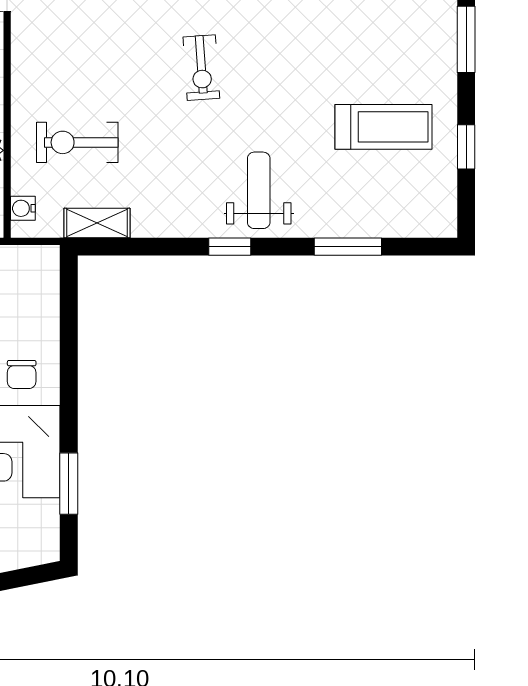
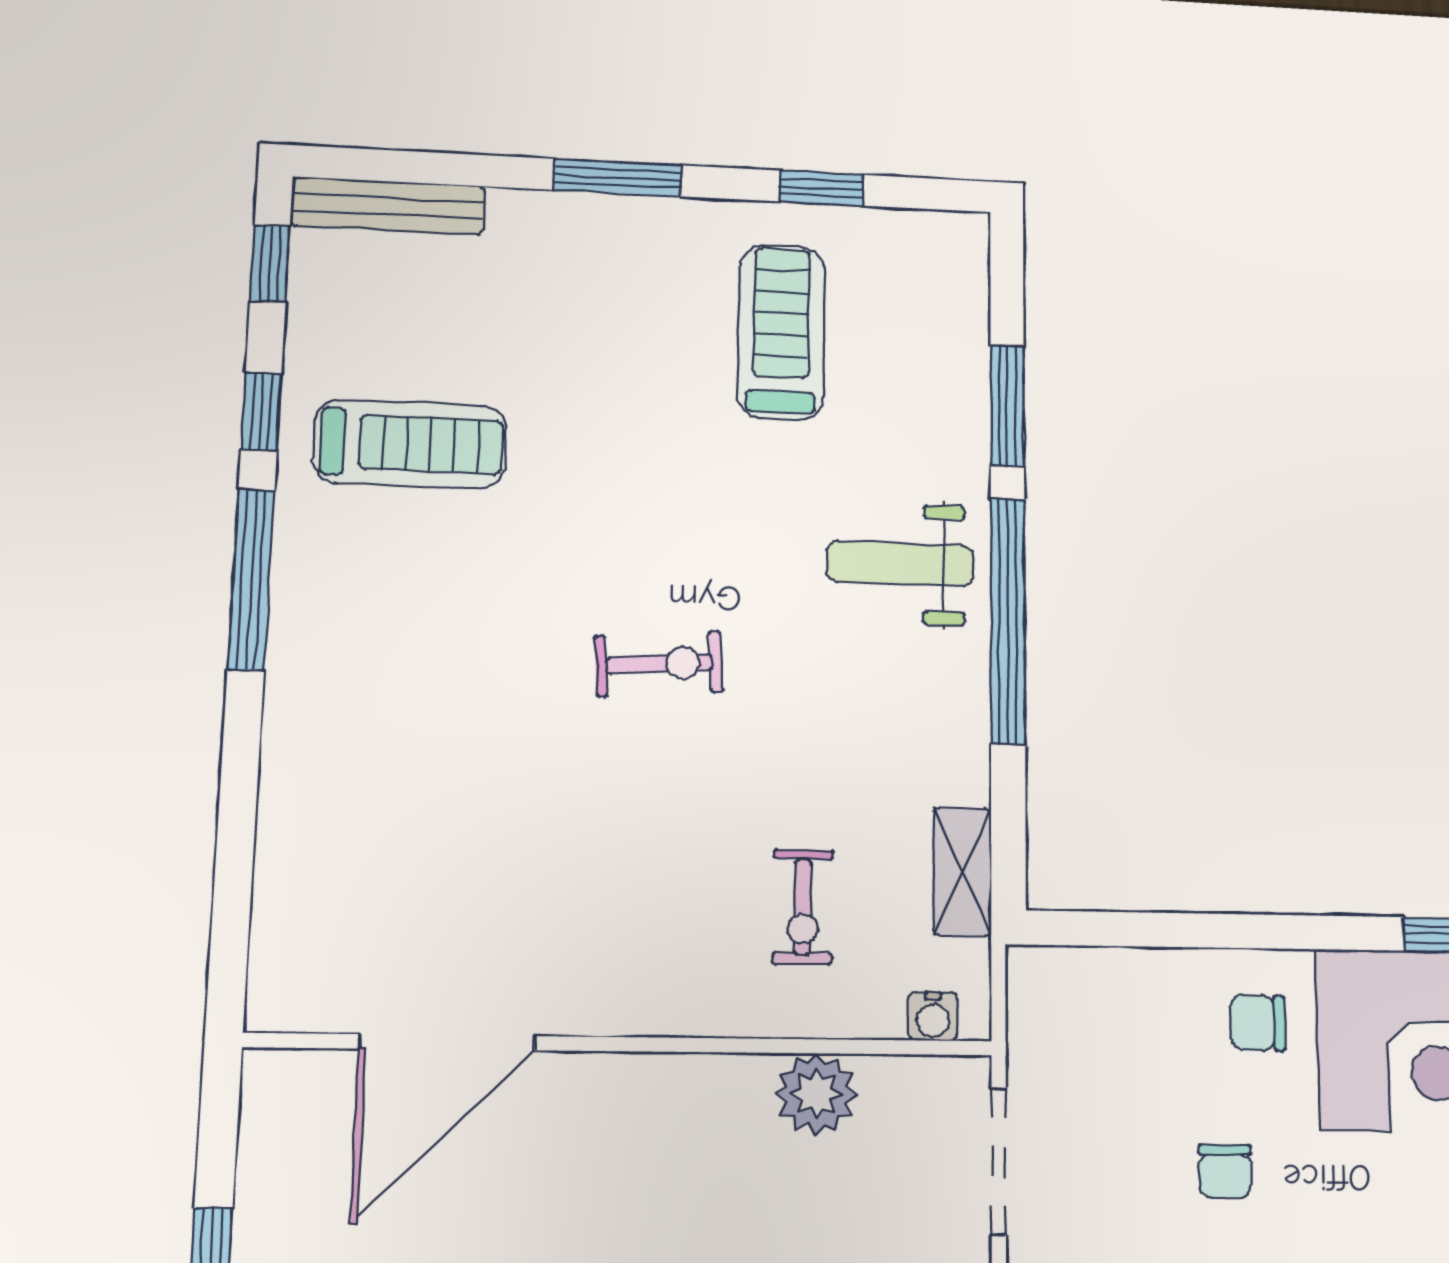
exercise bike: (77, 142) -> (803, 907), width x0.73, depth x0.72
window: (230, 247) -> (1008, 621), width x3.17
chair: (22, 374) -> (1258, 1023), turned 180

